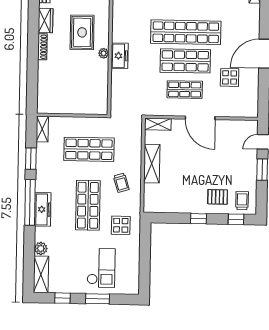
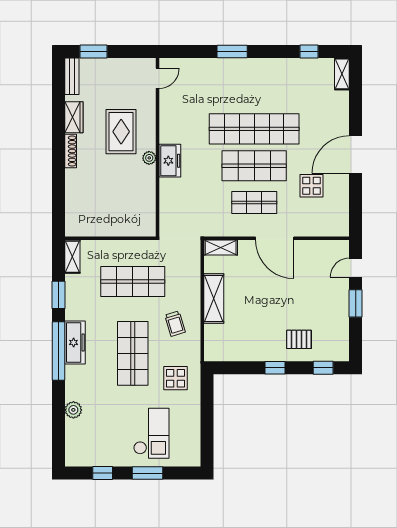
trolley: (242, 201) -> (331, 344), removed
freezer: (43, 209) -> (75, 342), moved
shelving: (41, 274) -> (74, 443), removed

